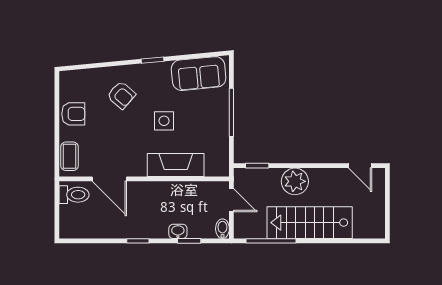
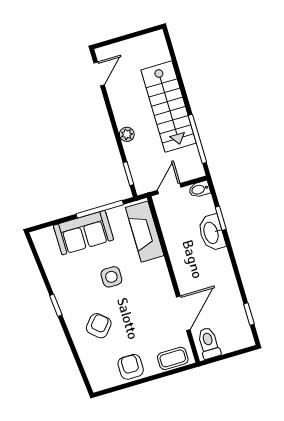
sofa: (199, 74) -> (83, 233), moved, turned 95
window: (231, 112) -> (100, 209), moved
fireplace: (176, 165) -> (145, 232), moved
plant: (295, 181) -> (127, 134), width x0.53, depth x0.53
washbasin: (178, 231) -> (212, 233), width x1.91, depth x1.45
window: (138, 241) -> (249, 314), moved

